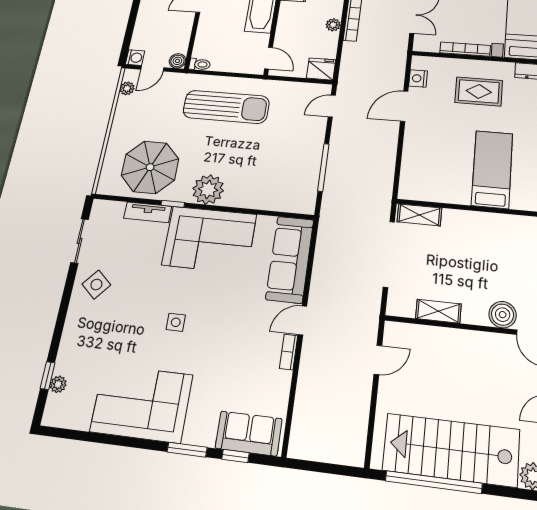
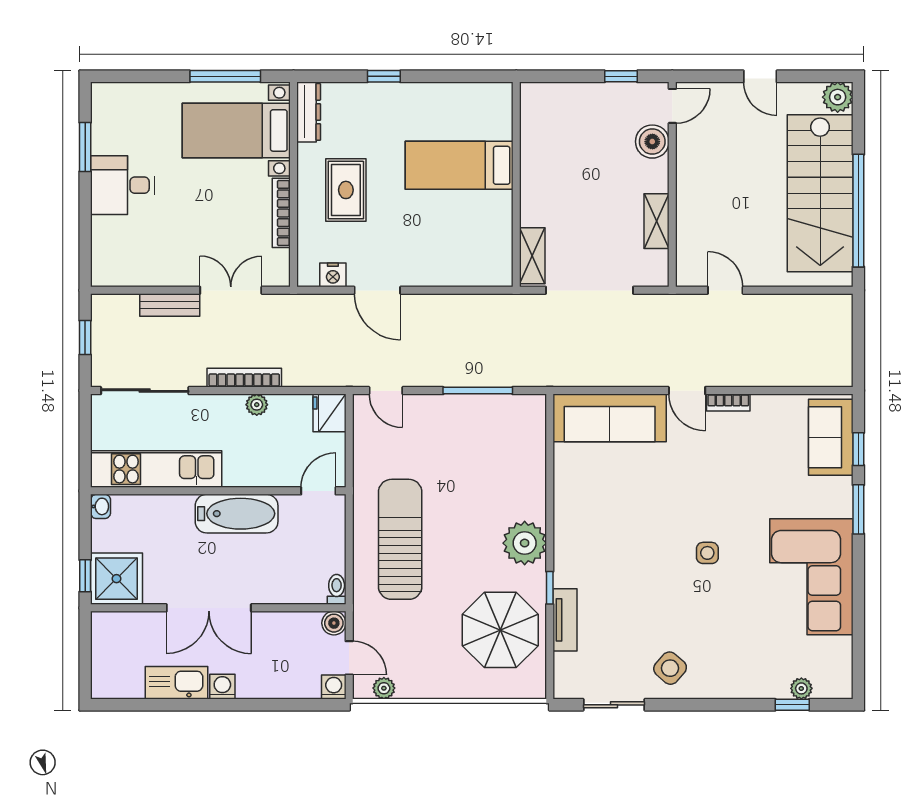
corner sofa: (209, 240) -> (594, 529), removed

